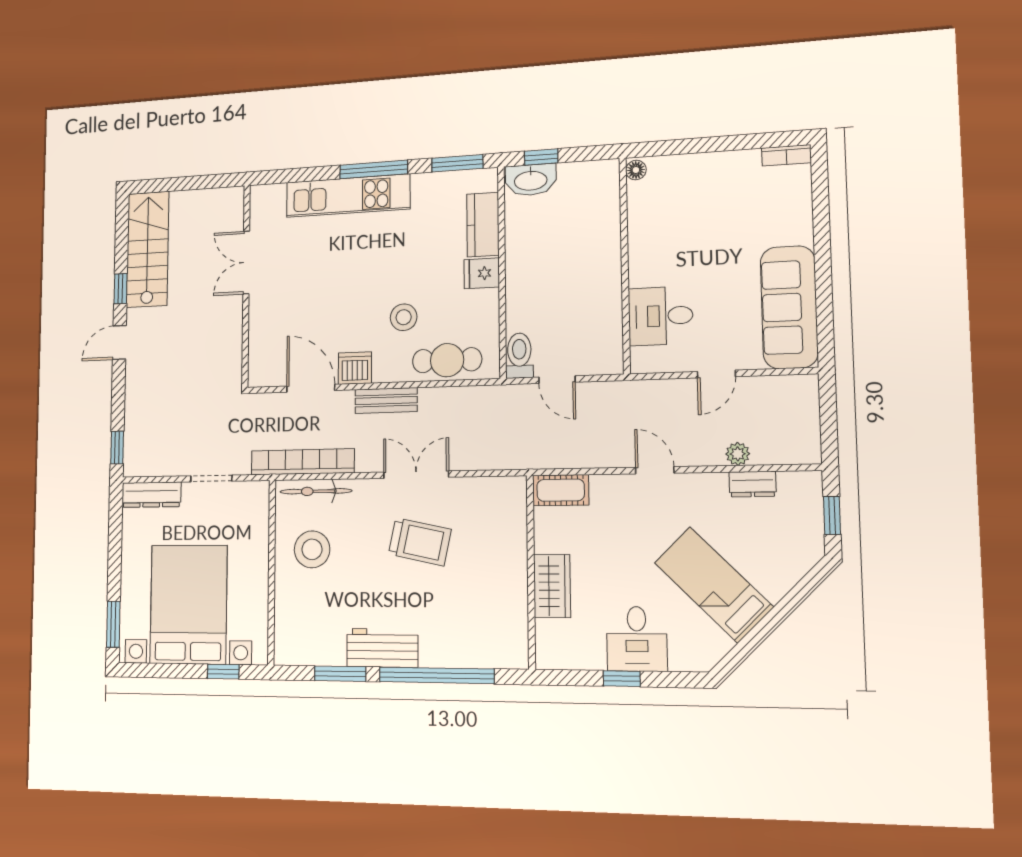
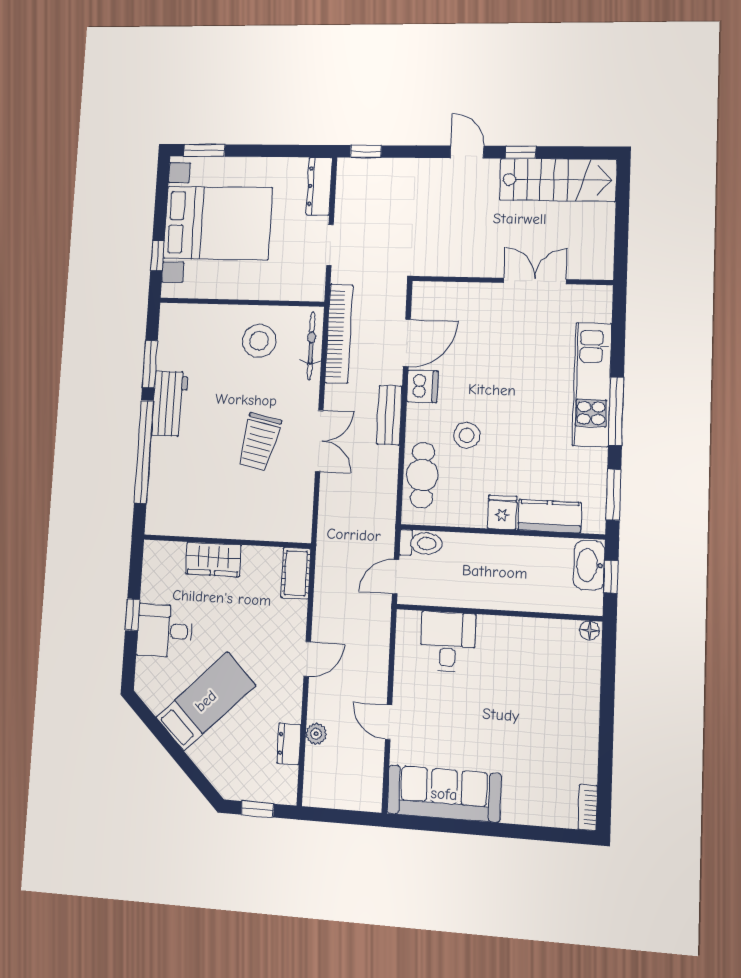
floor lamp: (636, 170) -> (589, 630), moved
wall: (625, 265) -> (499, 613), moved
desk: (661, 316) -> (448, 641), moved

